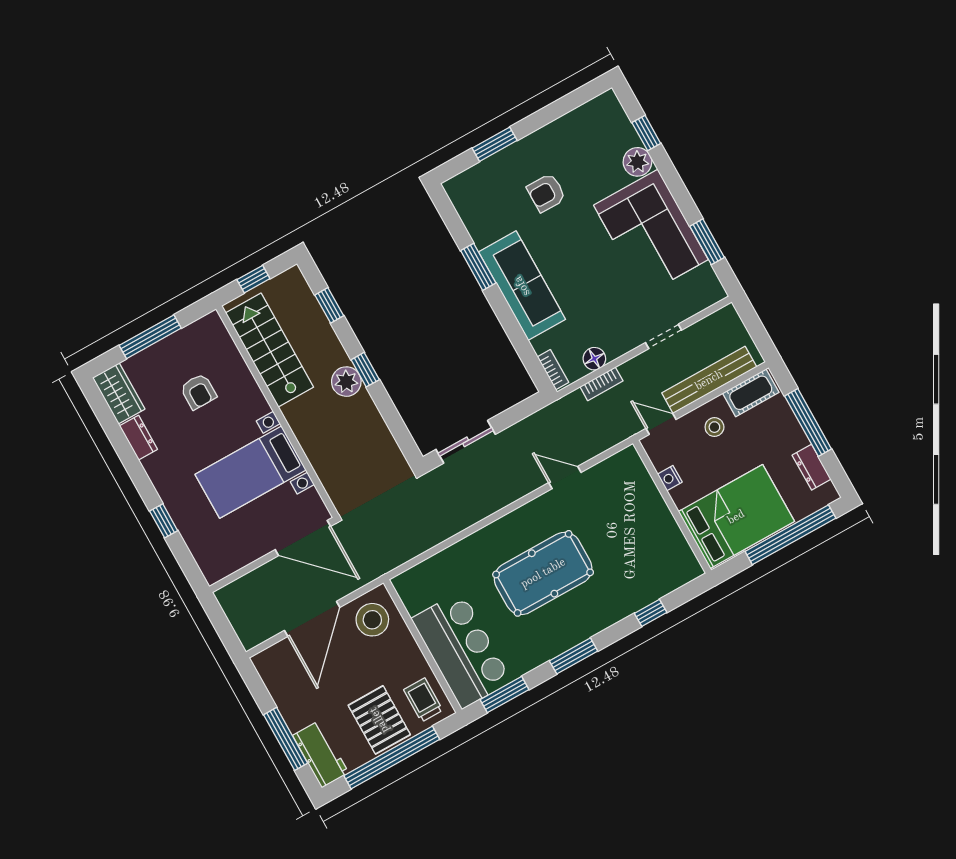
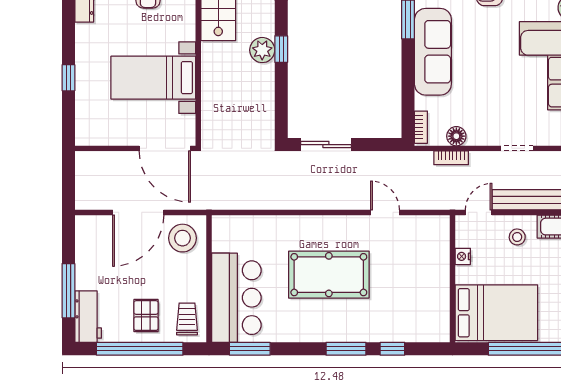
door: (661, 424) -> (479, 212), hinge flipped
window: (574, 656) -> (346, 349), moved
pallet: (379, 720) -> (146, 316), width x0.67, depth x0.71

